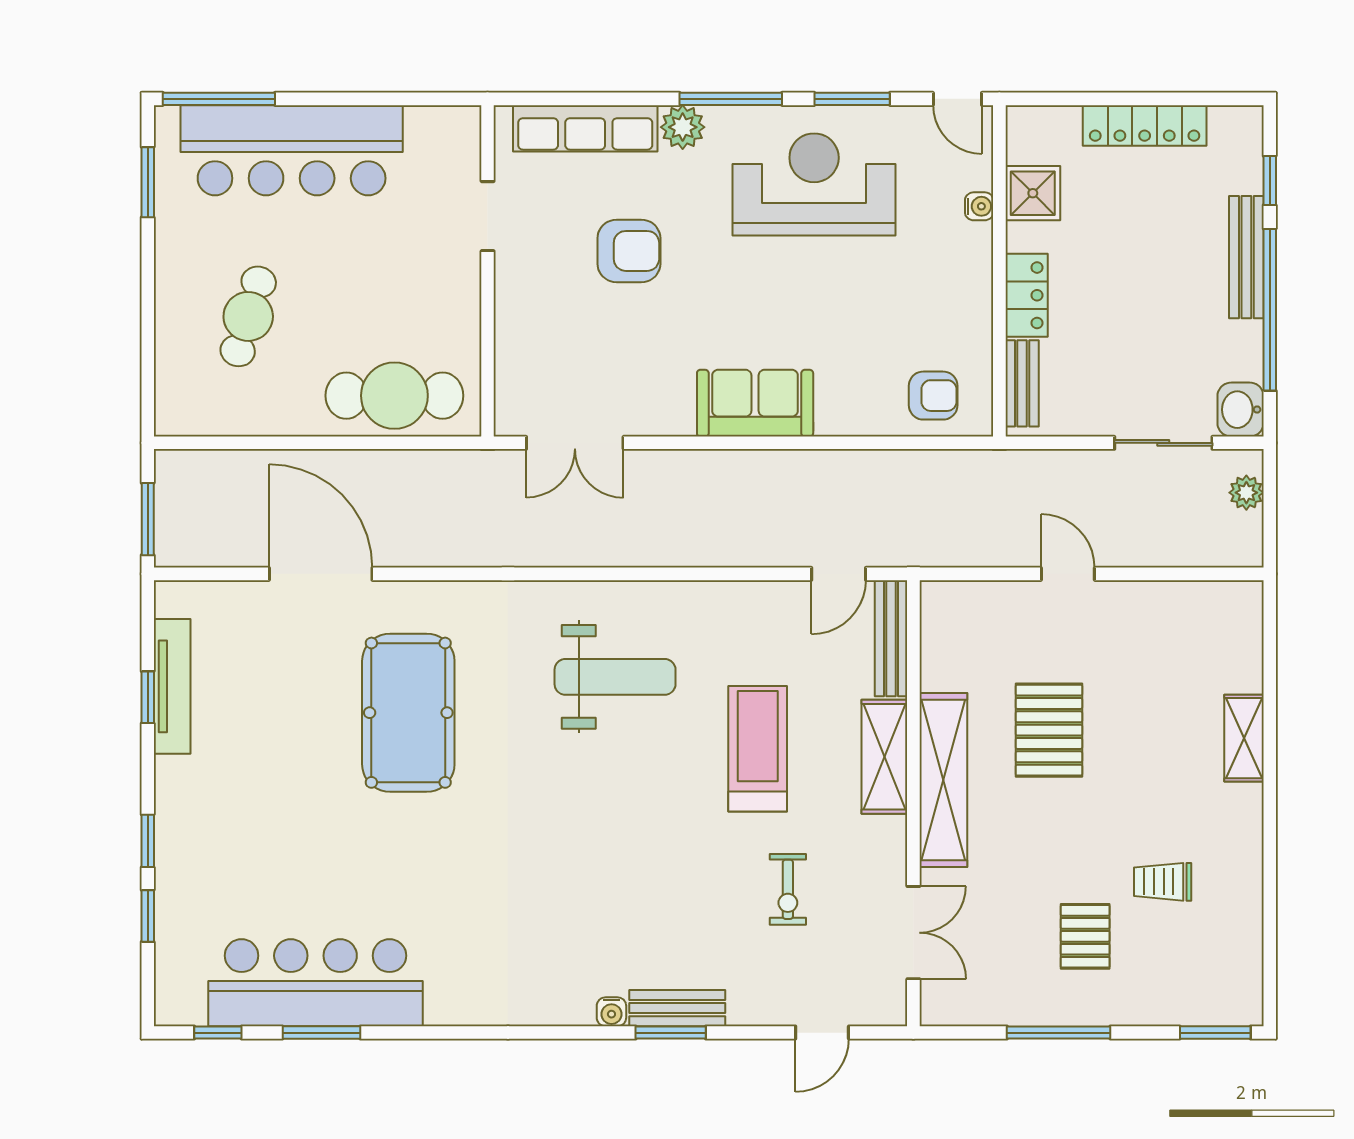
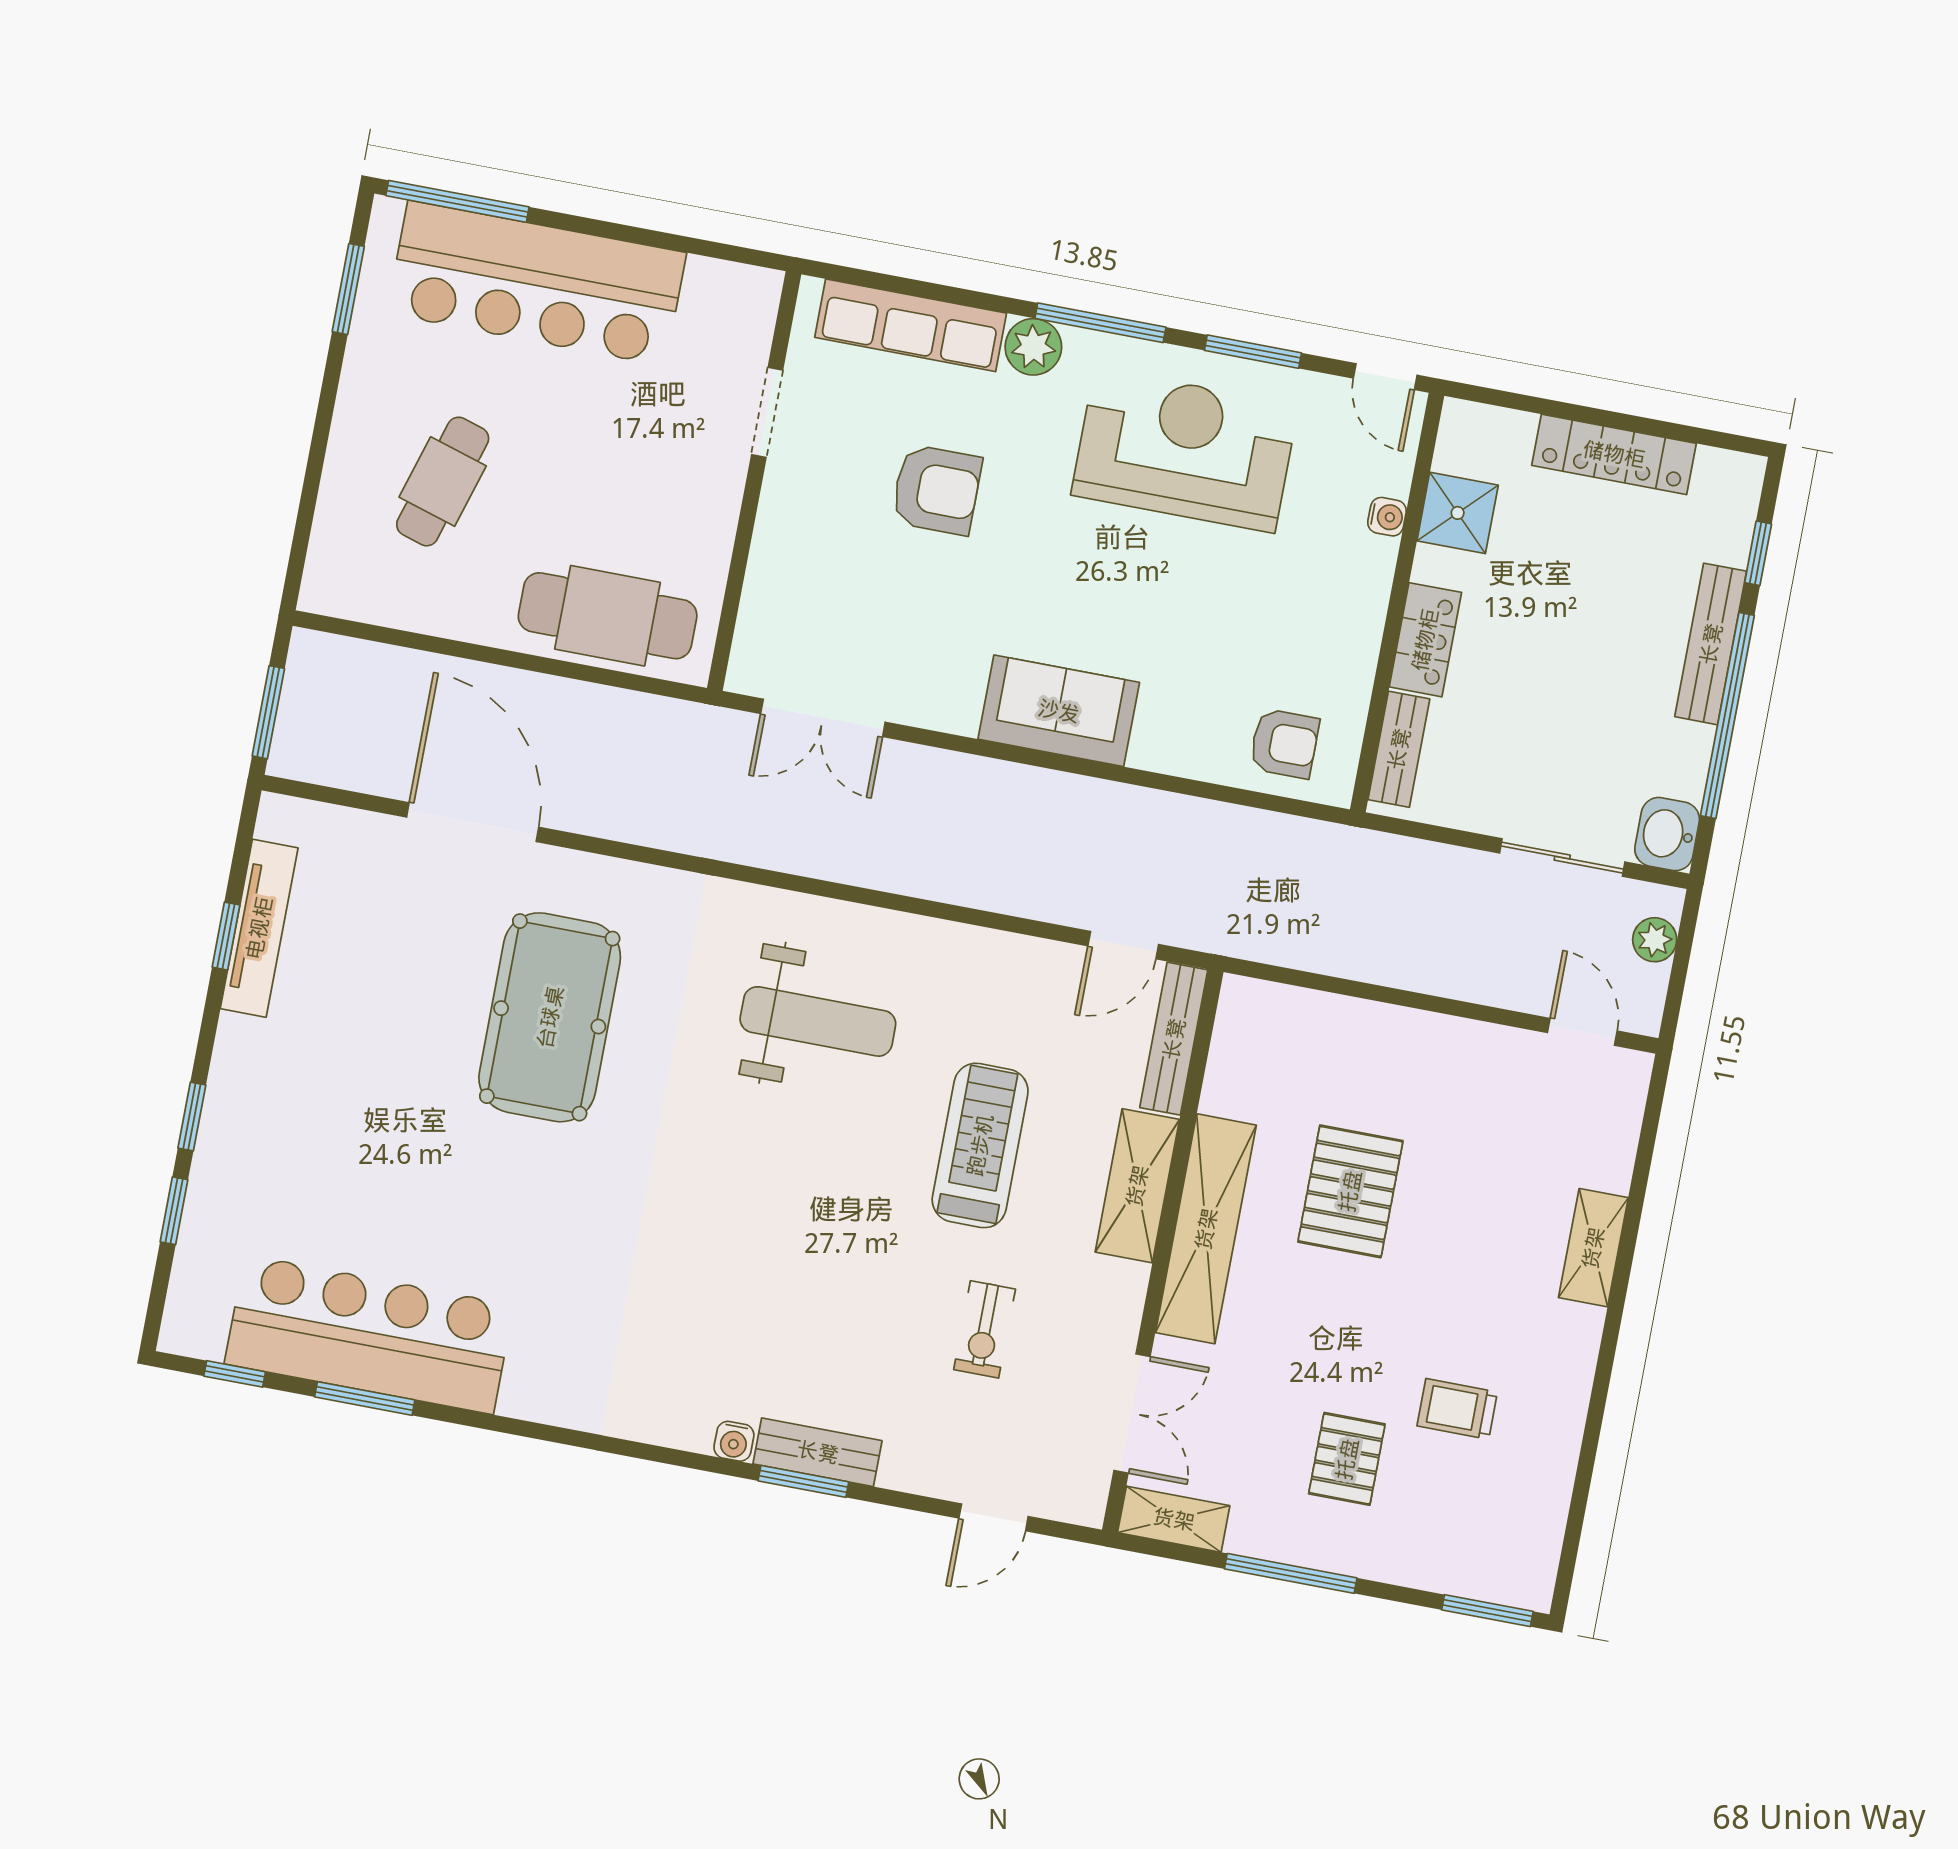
door: (1068, 574) -> (1582, 1032), moved
shelving: (961, 1008) -> (1174, 1519), added

